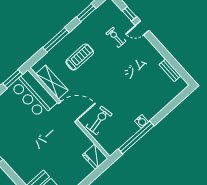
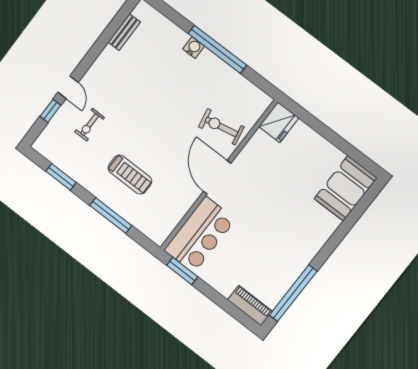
treadmill: (80, 57) -> (130, 175), turned 180
shelving: (52, 82) -> (176, 210), removed
water cooler: (142, 121) -> (194, 48), moved
window: (136, 137) -> (217, 49), moved

